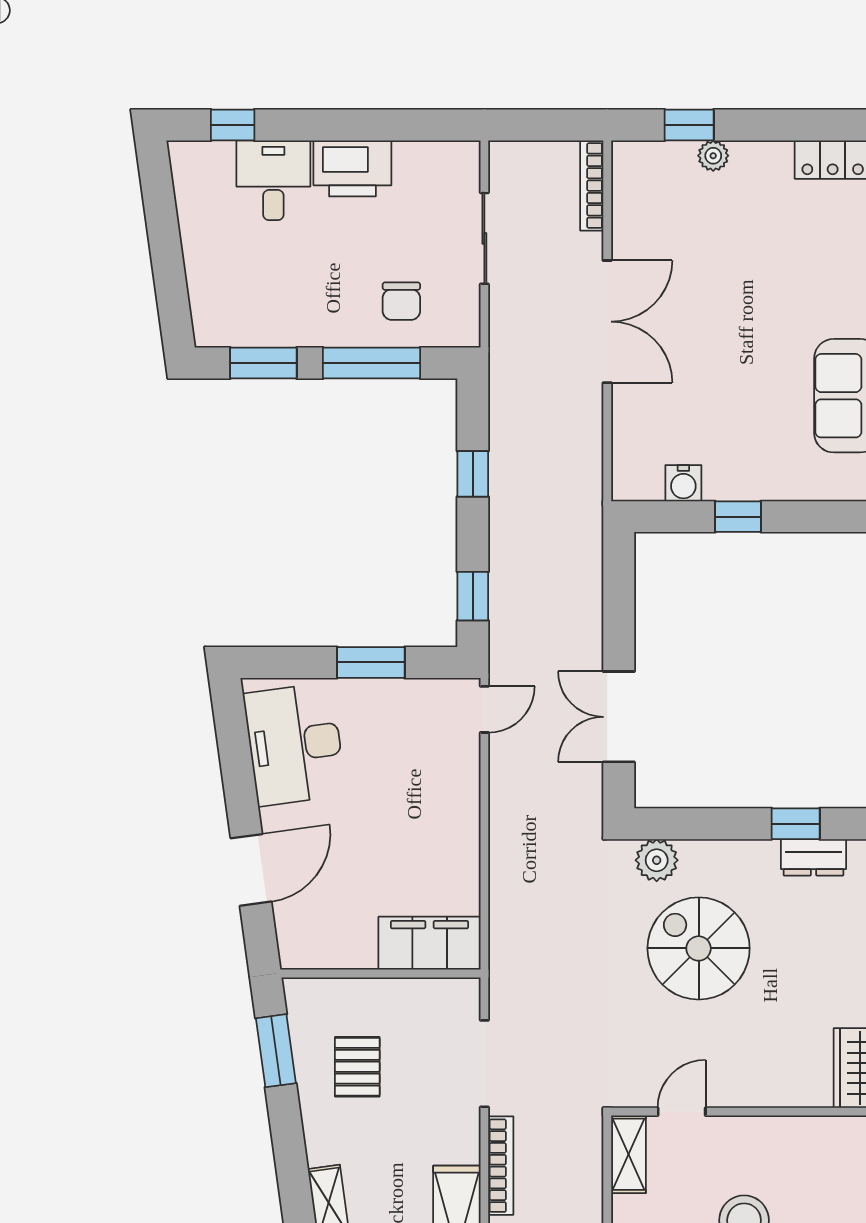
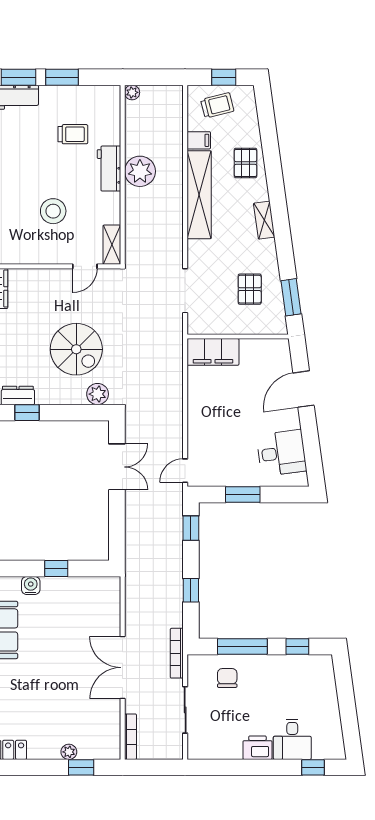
printer: (352, 168) -> (257, 748), width x0.73, depth x0.84
window: (263, 363) -> (297, 647), width x0.67
water cooler: (683, 483) -> (31, 586), moved
desk: (295, 744) -> (281, 453), width x0.73
bookcase: (501, 1166) -> (177, 653), moved

